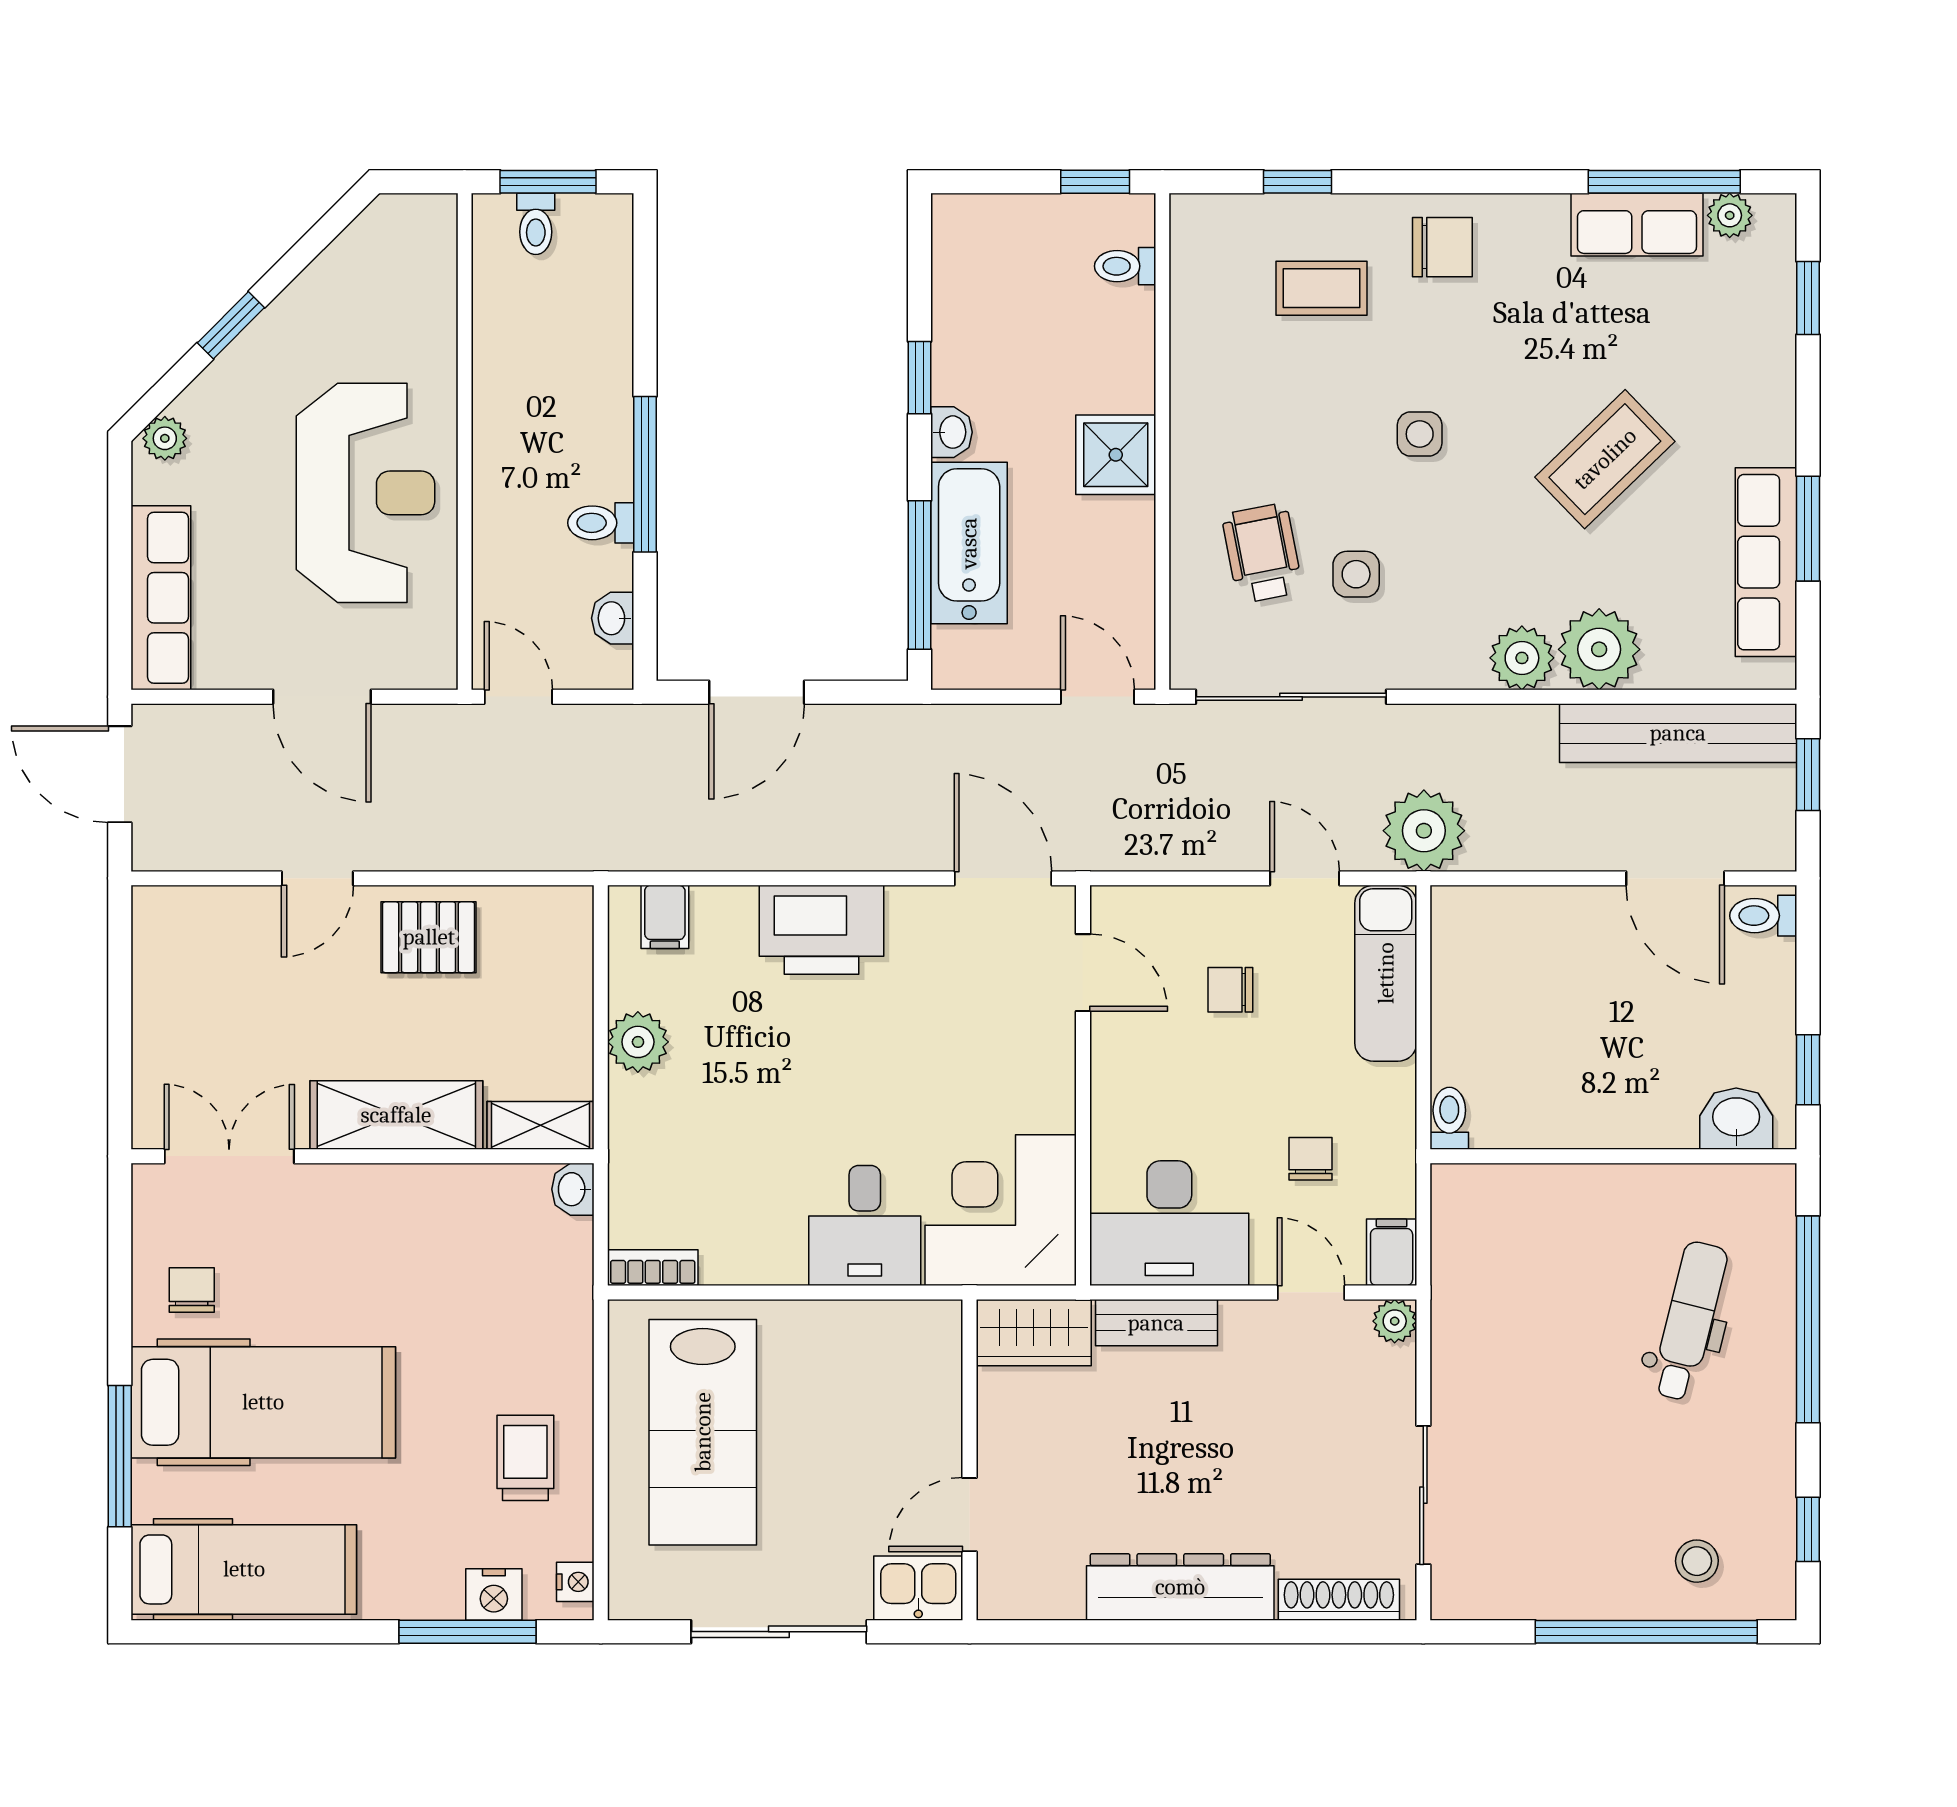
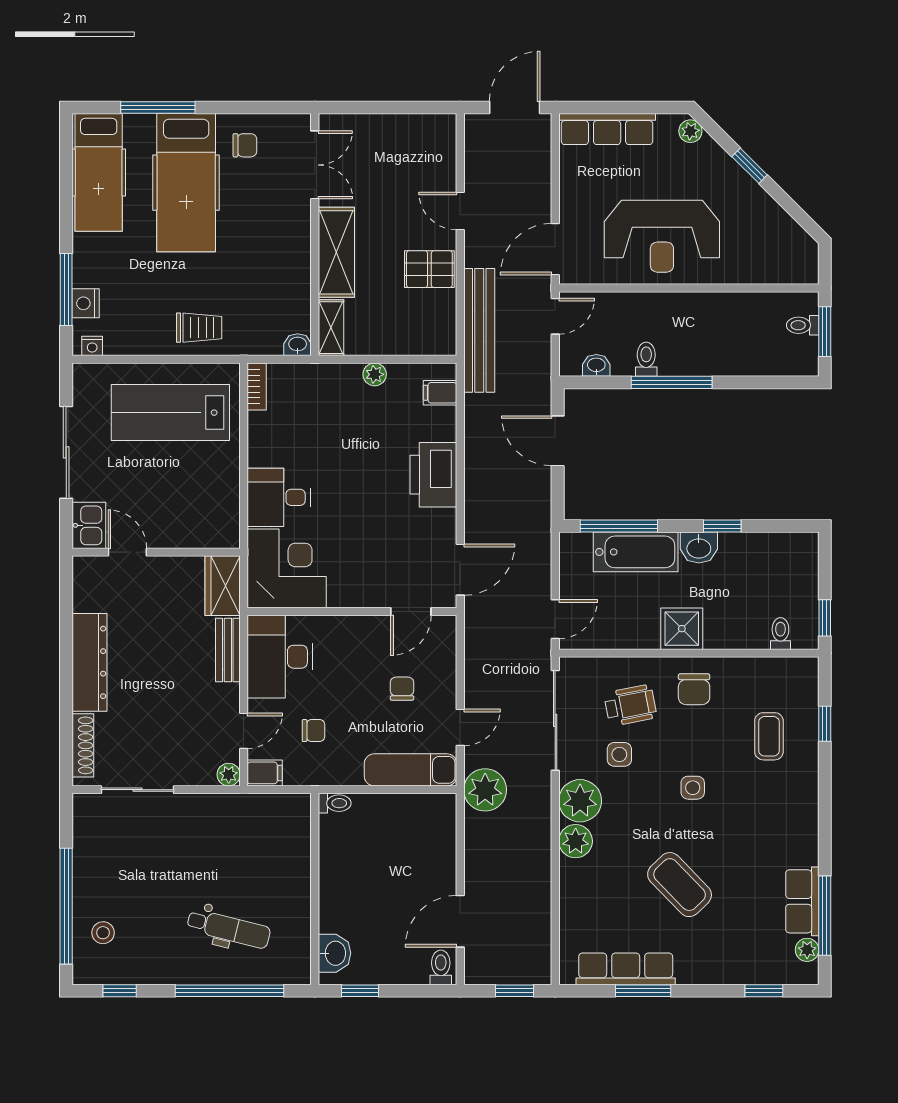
chair: (1442, 247) -> (694, 689), moved
washbasin: (952, 432) -> (699, 548), width x1.38, depth x1.45
plant: (1599, 649) -> (580, 801), moved
door: (322, 697) -> (555, 249), moved
bench: (1678, 733) -> (479, 330), moved
pallet: (429, 937) -> (429, 269), turned 90
plant: (638, 1042) -> (375, 374), width x0.73, depth x0.73
trolley: (525, 1458) -> (199, 328), moved

